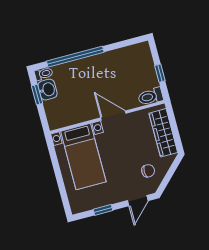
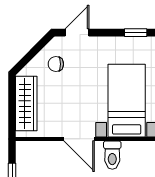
toilet: (151, 97) -> (112, 155), moved, turned 90
window: (103, 210) -> (136, 33), moved

